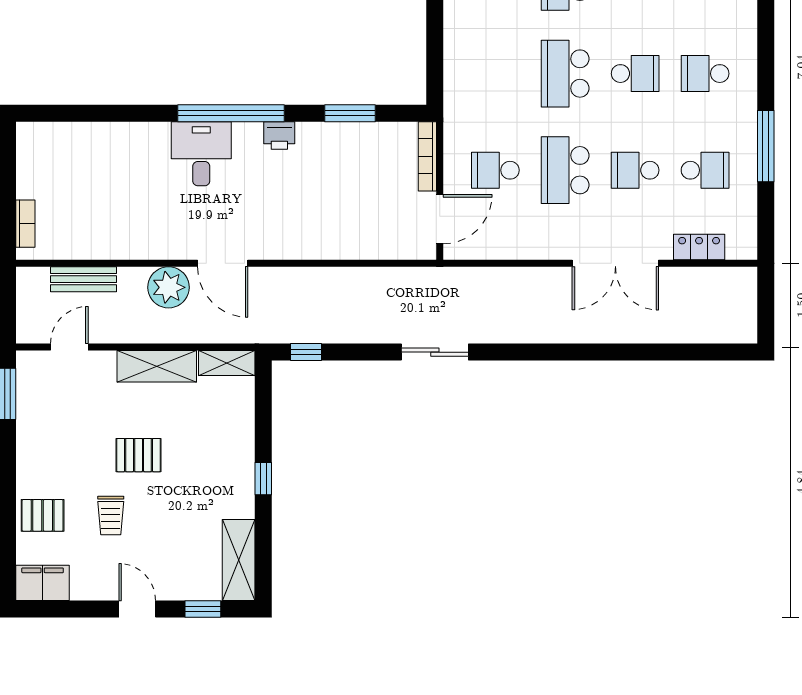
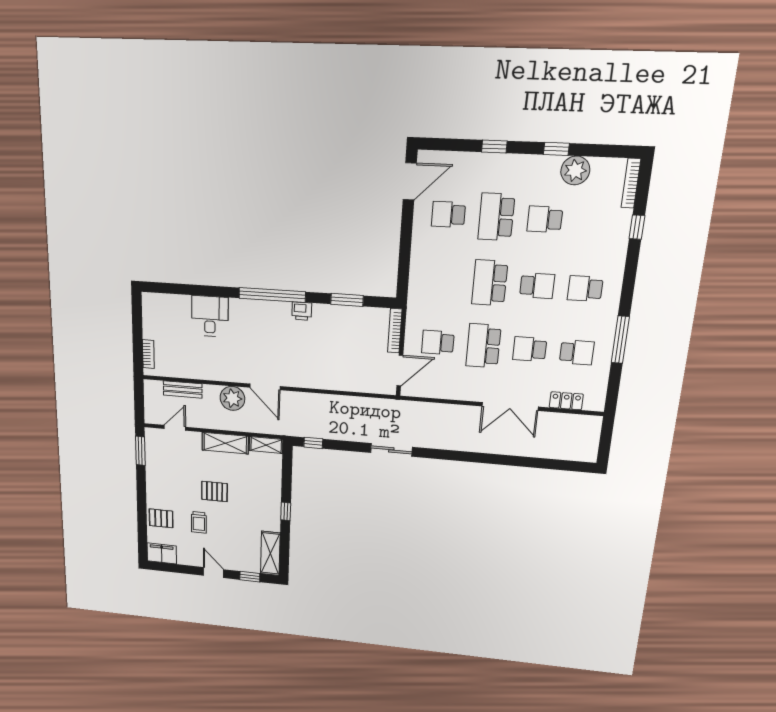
desk: (201, 154) -> (210, 316), moved

